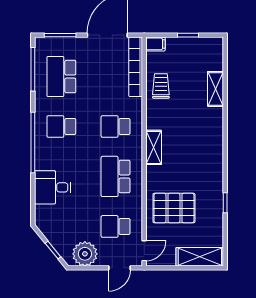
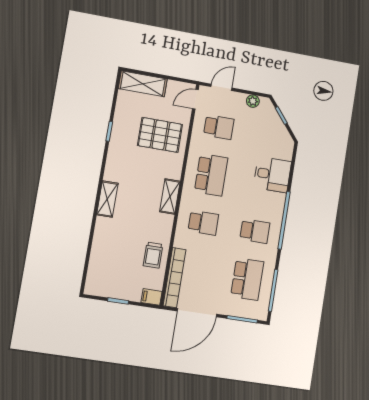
shelving: (216, 89) -> (107, 199), moved
plant: (85, 254) -> (253, 101), width x0.53, depth x0.53

